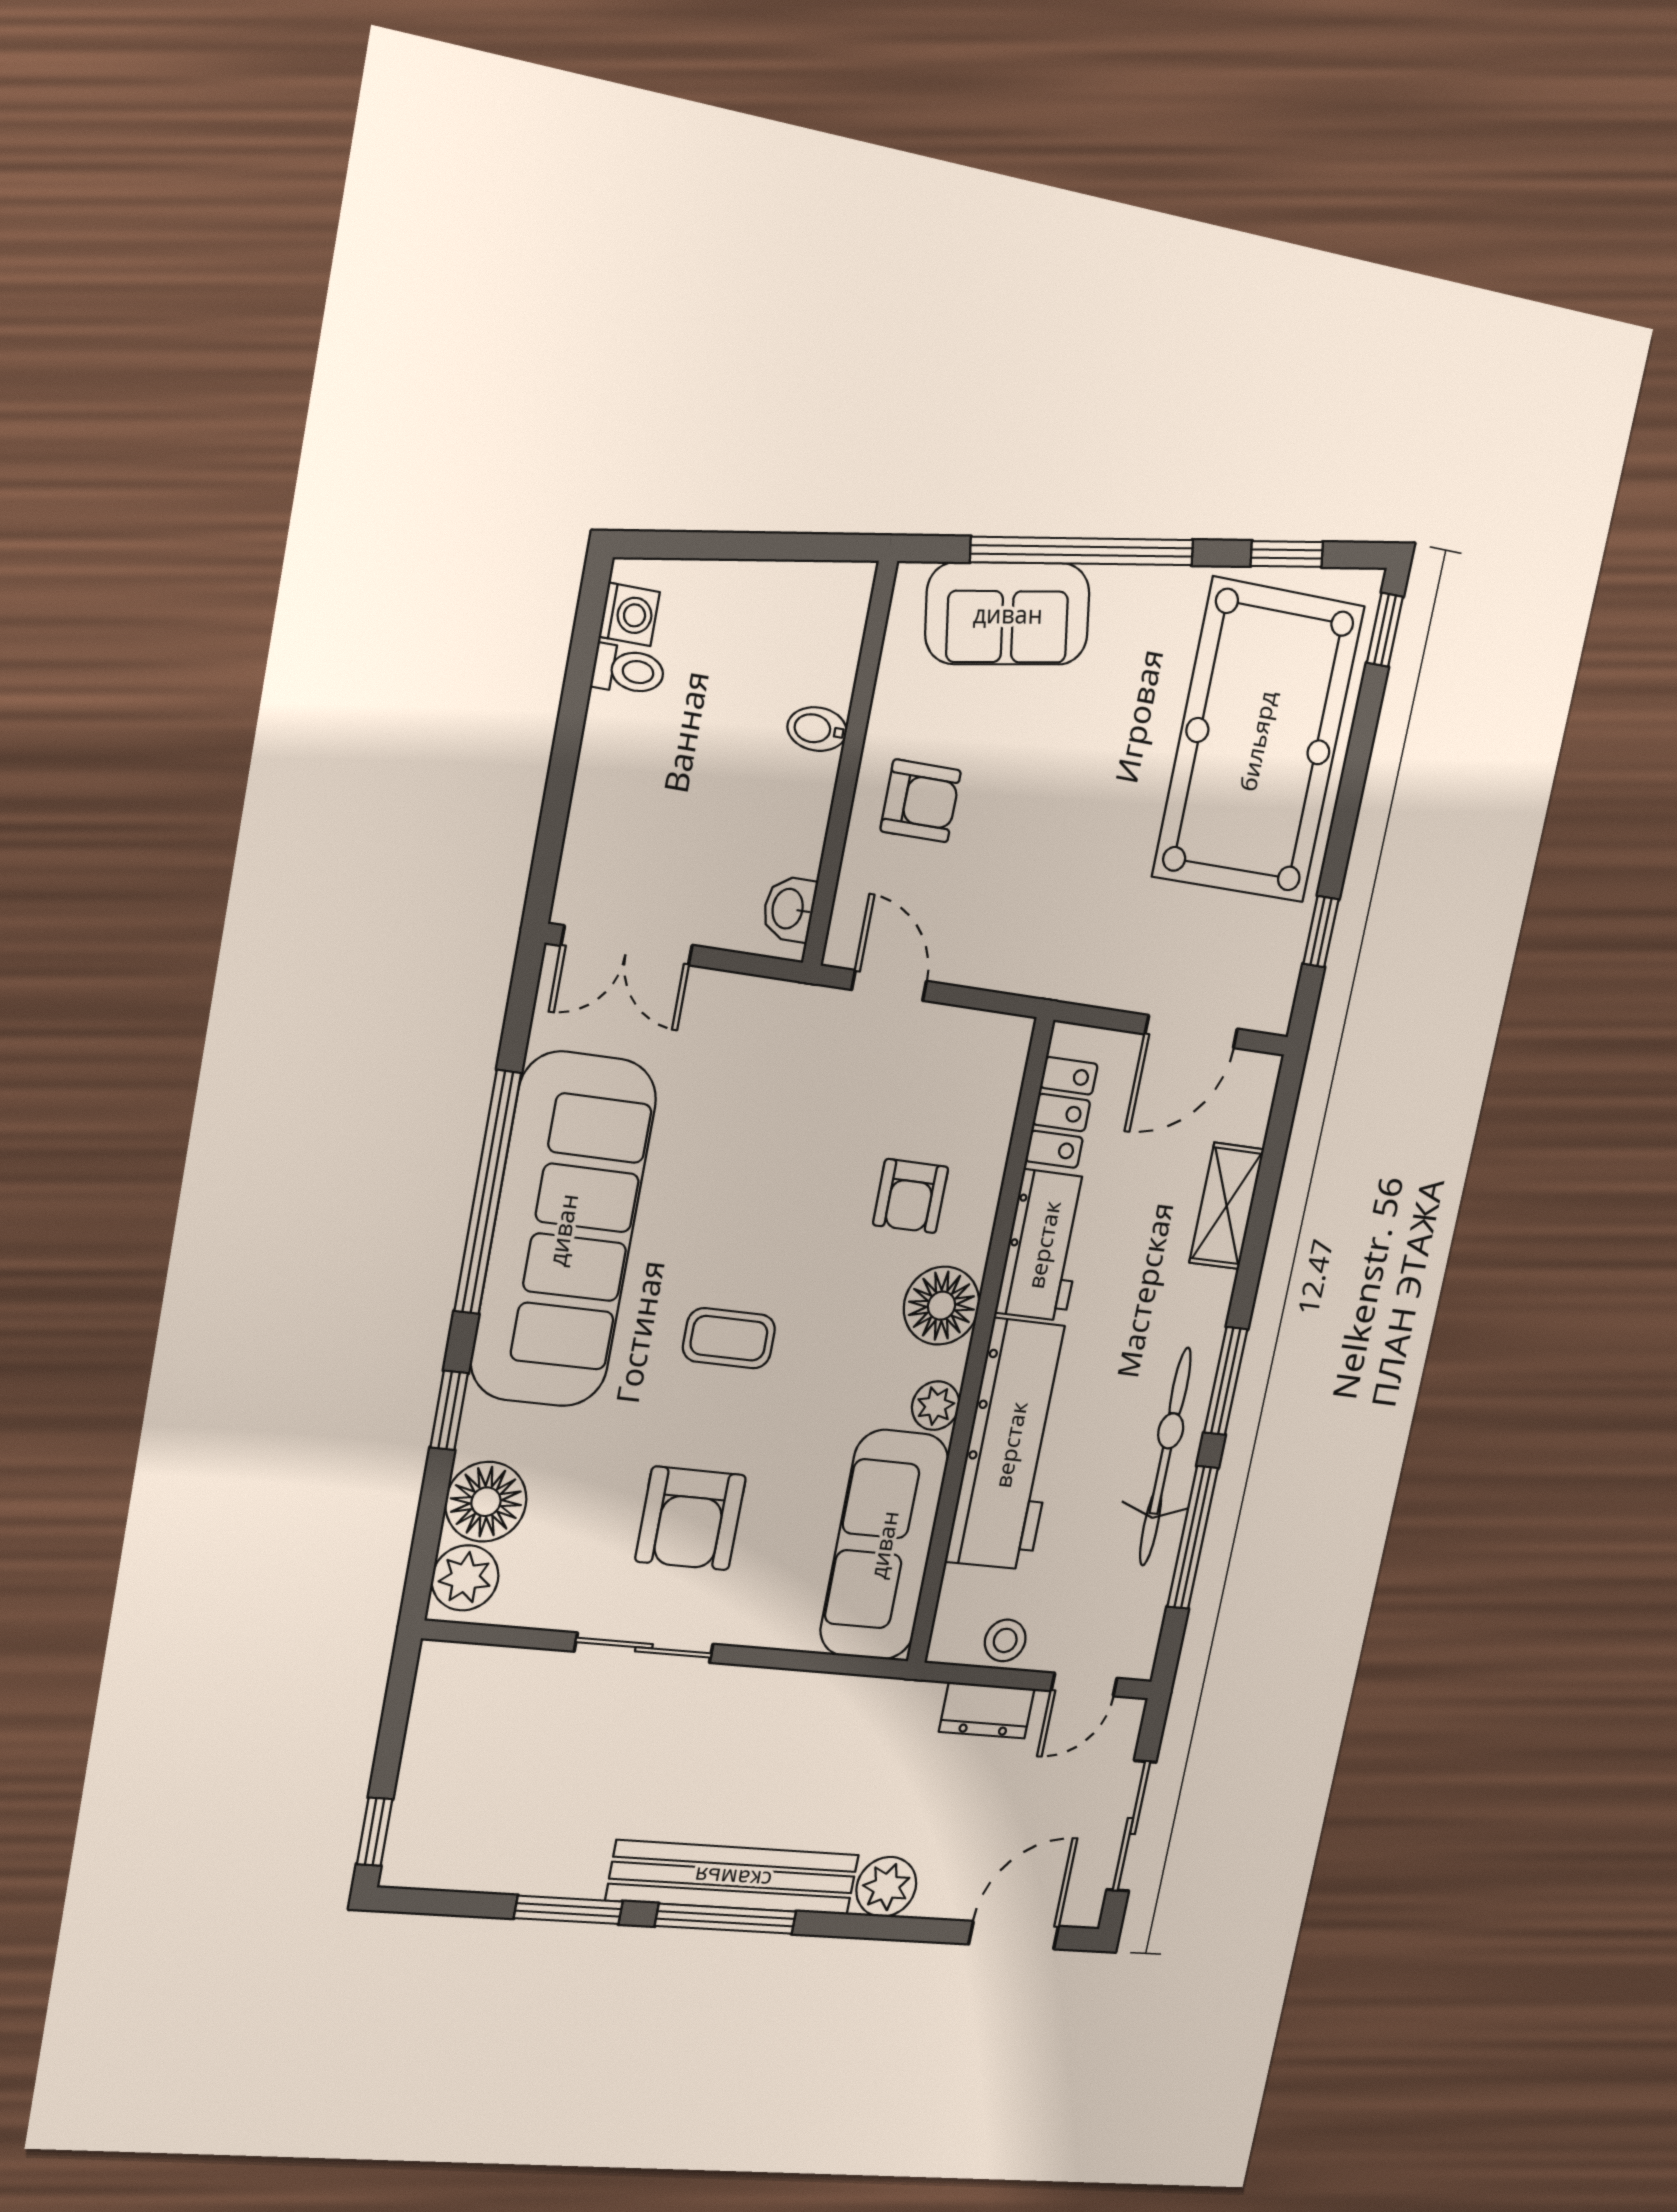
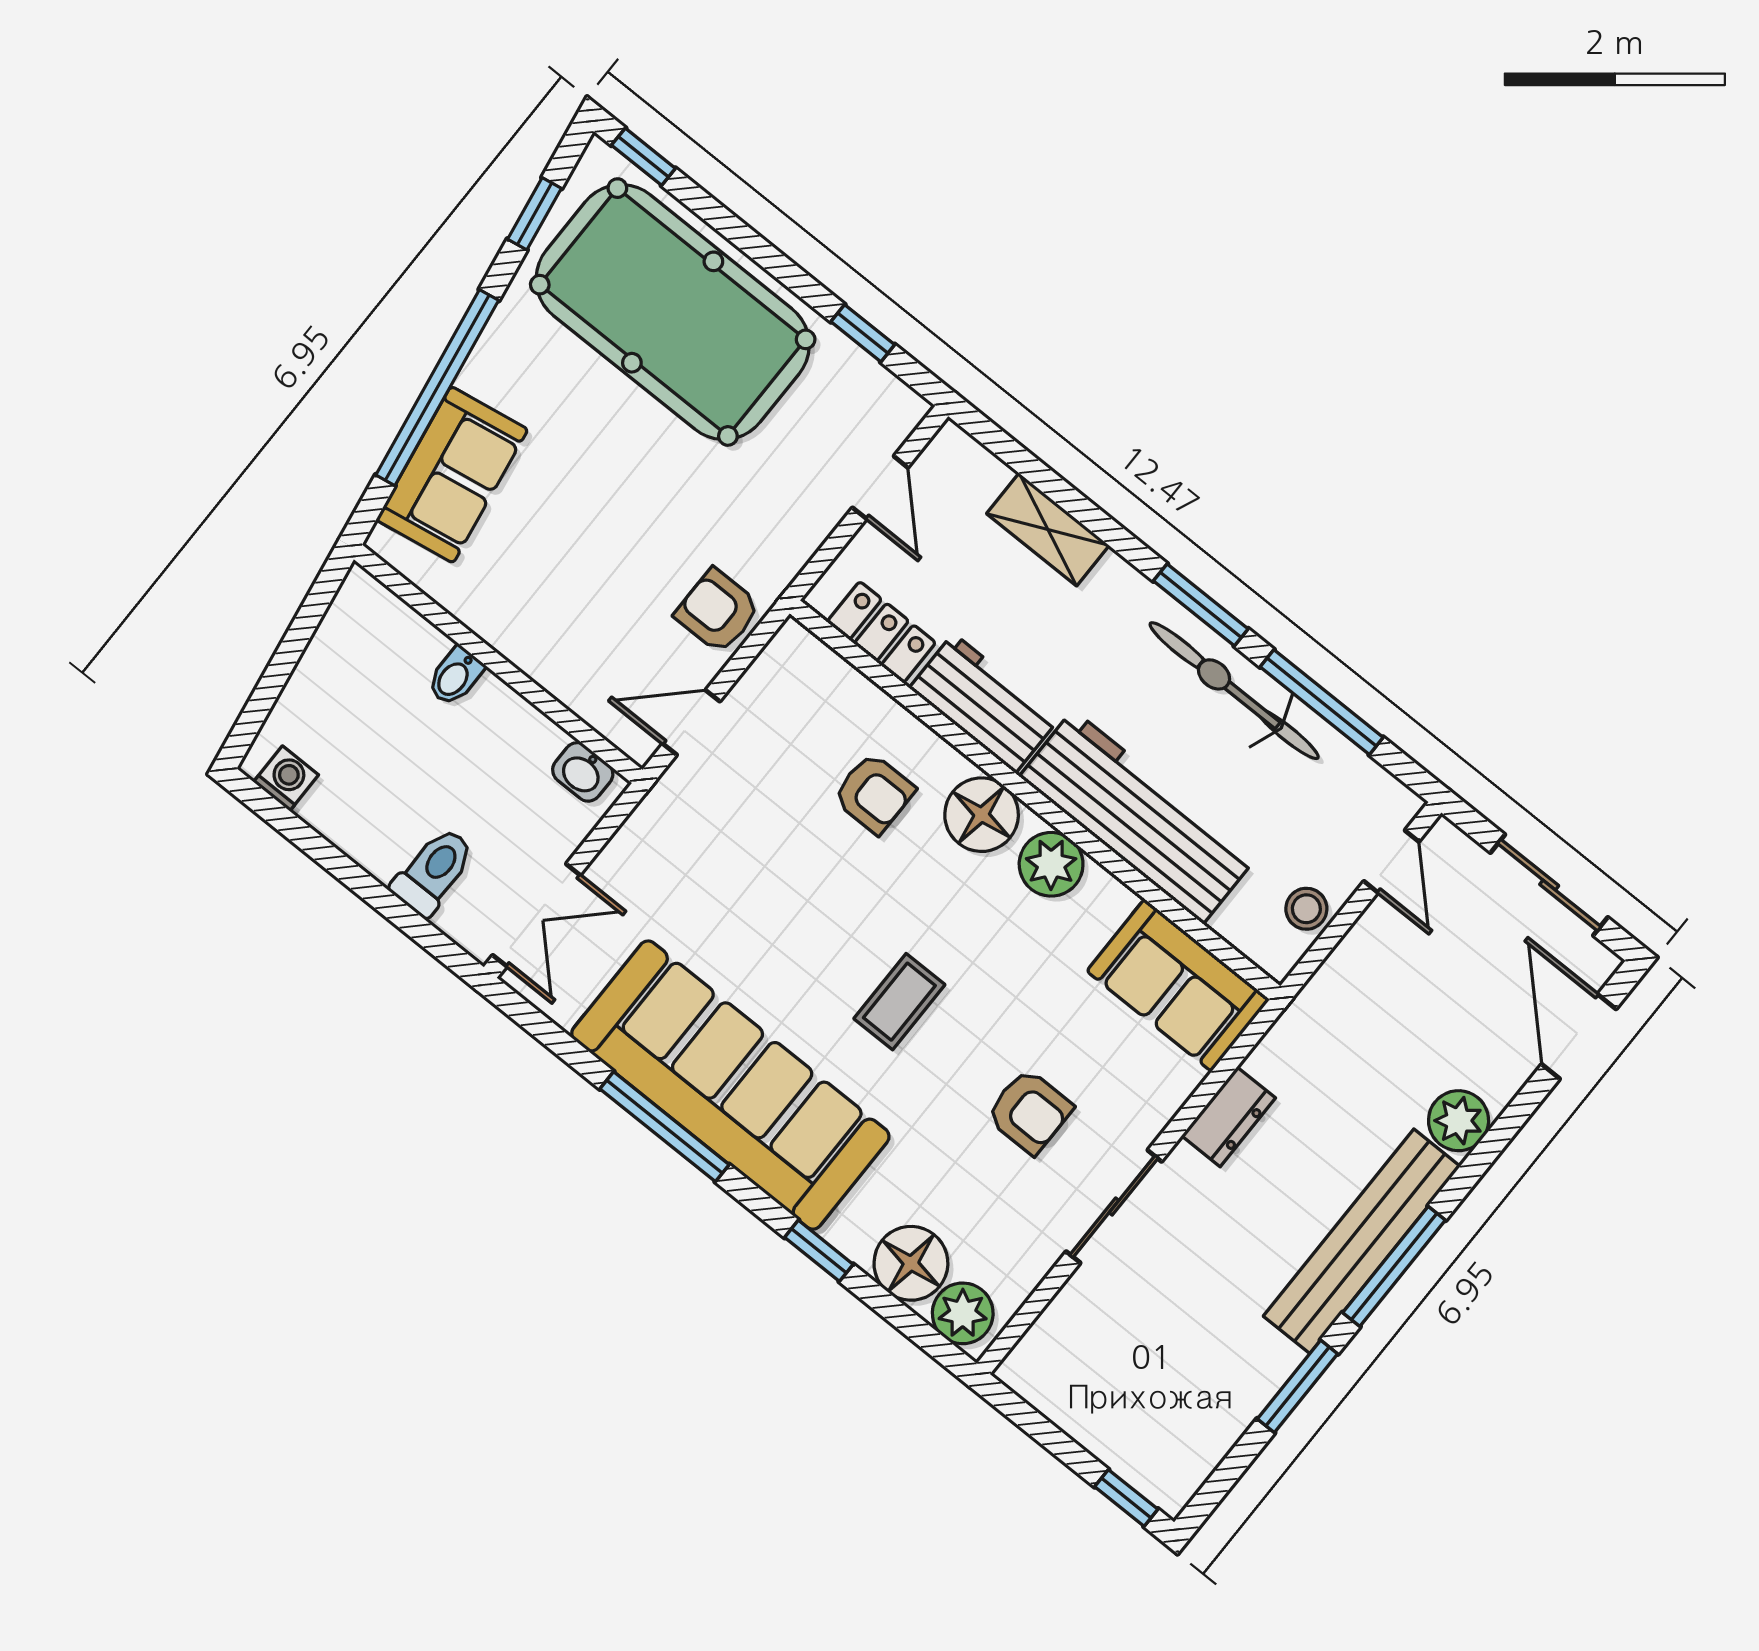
toilet: (628, 670) -> (433, 871), moved, width x1.37, depth x1.39
armchair: (921, 801) -> (718, 611), moved, turned -90
door: (1191, 1032) -> (880, 488), width x0.73
window: (488, 1192) -> (664, 1127), width x0.68
plant: (936, 1406) -> (1051, 864), width x1.38, depth x1.38
armchair: (691, 1518) -> (1029, 1112), width x0.72, depth x0.72
sofa: (884, 1545) -> (1178, 985), width x0.73
dresser: (987, 1710) -> (1229, 1117), moved

